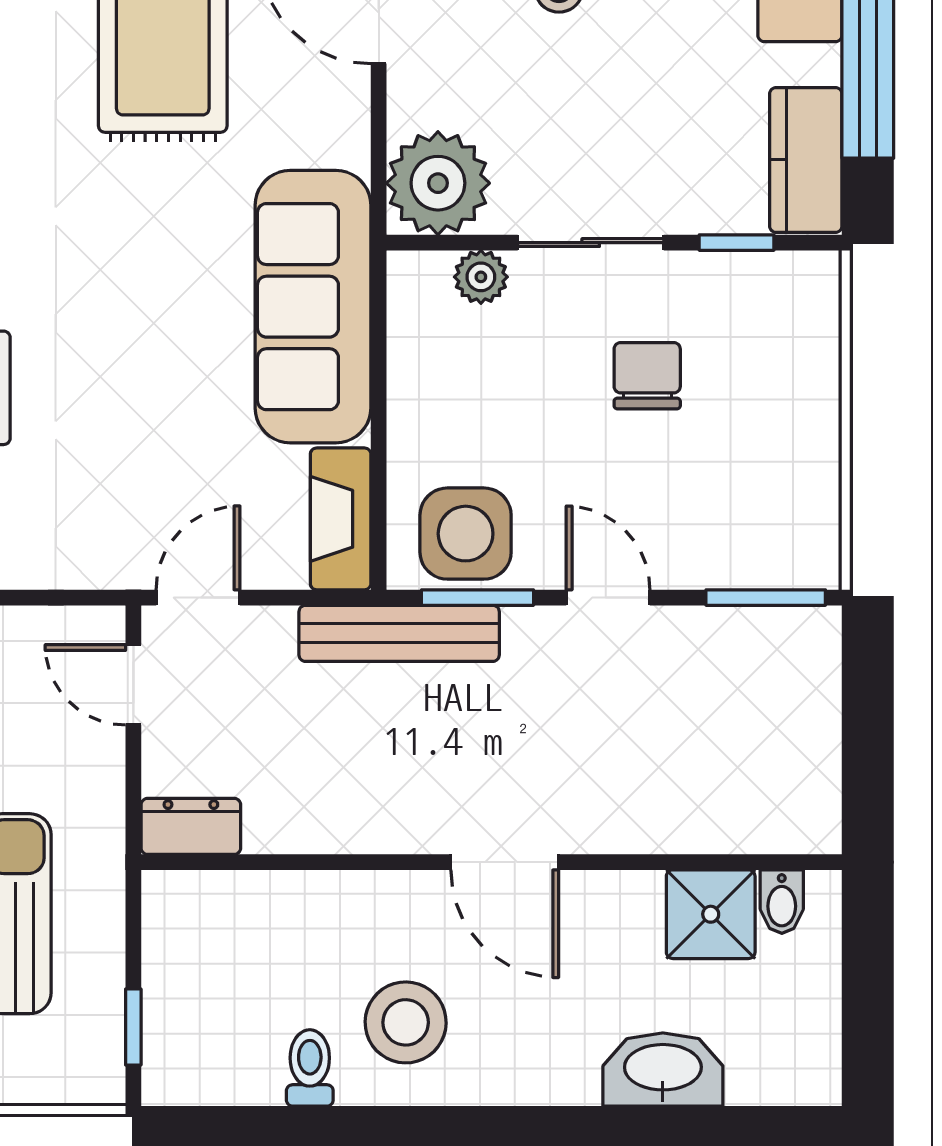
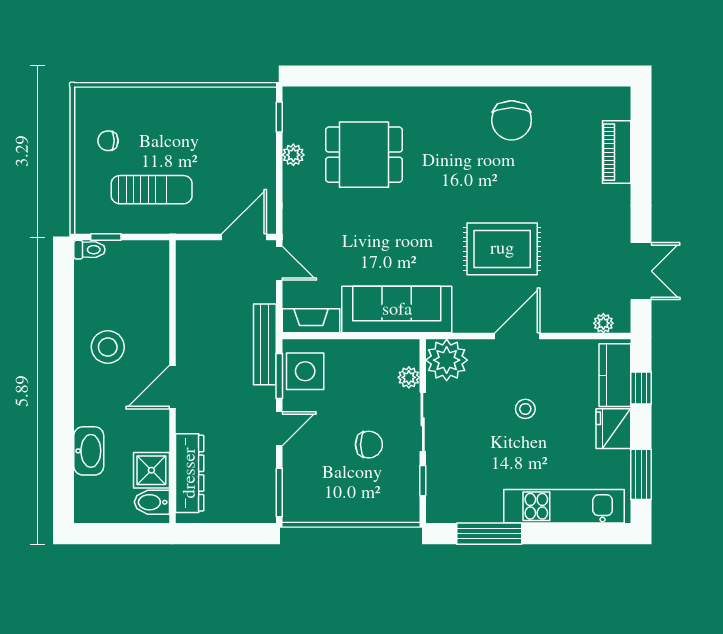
kitchen counter: (806, 160) -> (456, 509), removed
door: (133, 685) -> (244, 237), width x1.38
dresser: (191, 826) -> (190, 473), moved, width x1.96, depth x1.24
bidet: (782, 902) -> (152, 502), width x1.38, depth x1.36
toilet: (310, 1068) -> (89, 250), moved

